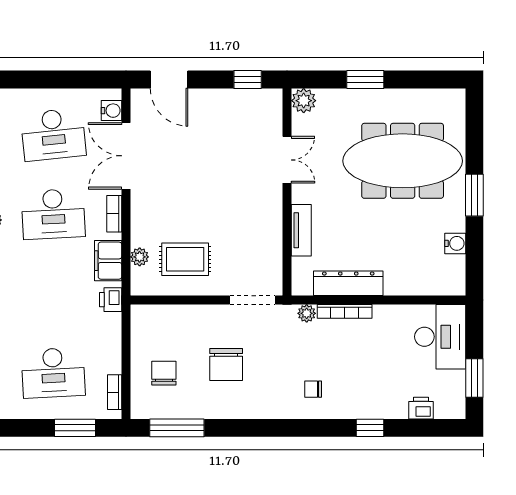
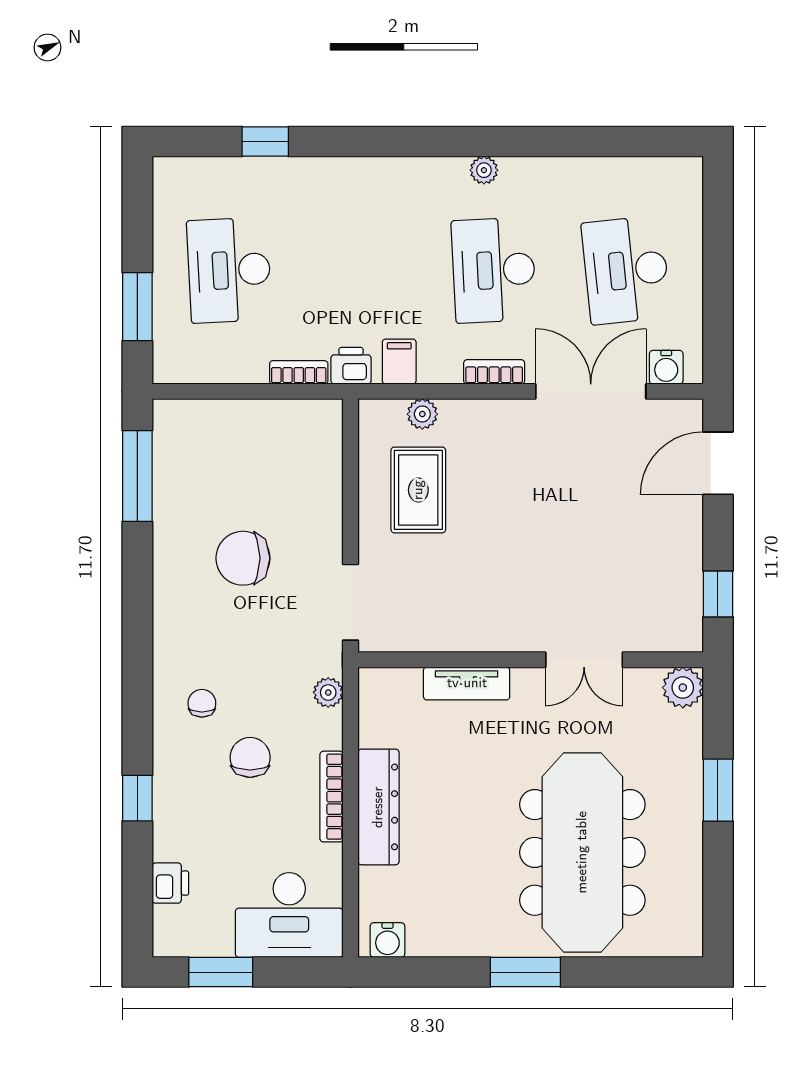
water cooler: (455, 243) -> (387, 940), moved
filing cabinet: (108, 261) -> (399, 362), width x0.50
dresser: (348, 283) -> (378, 807), moved
bookcase: (345, 311) -> (332, 797), moved
chair: (164, 373) -> (250, 757), moved, turned -90
bookcase: (115, 392) -> (299, 372), moved

